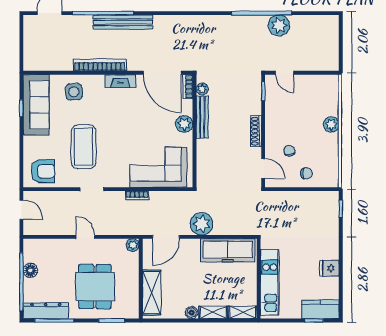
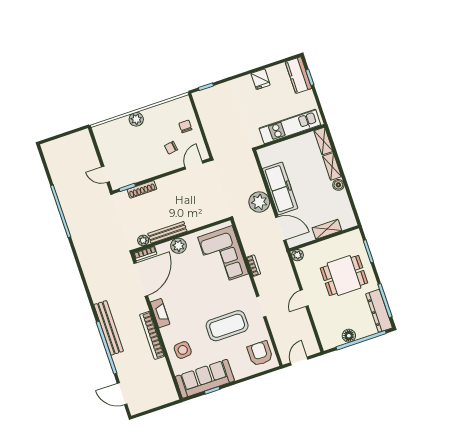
plant: (279, 25) -> (66, 193), removed
door: (285, 73) -> (105, 174), swing flipped
shoe rack: (256, 131) -> (142, 189), moved
freezer: (228, 250) -> (280, 188), moved
shelving: (152, 293) -> (327, 229), width x0.67, depth x0.75

